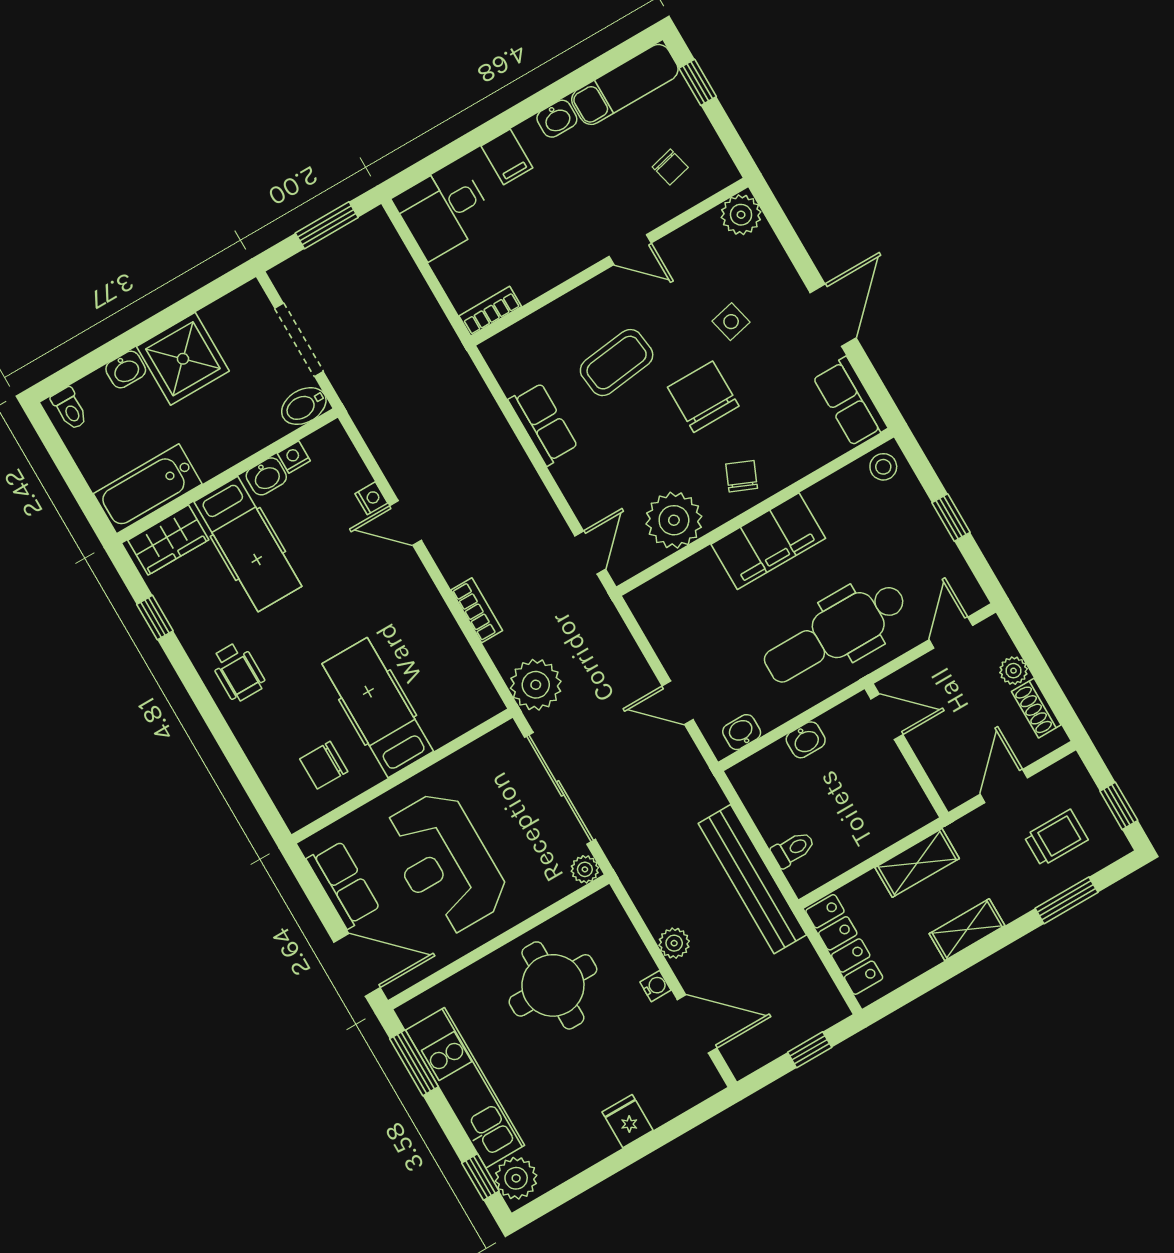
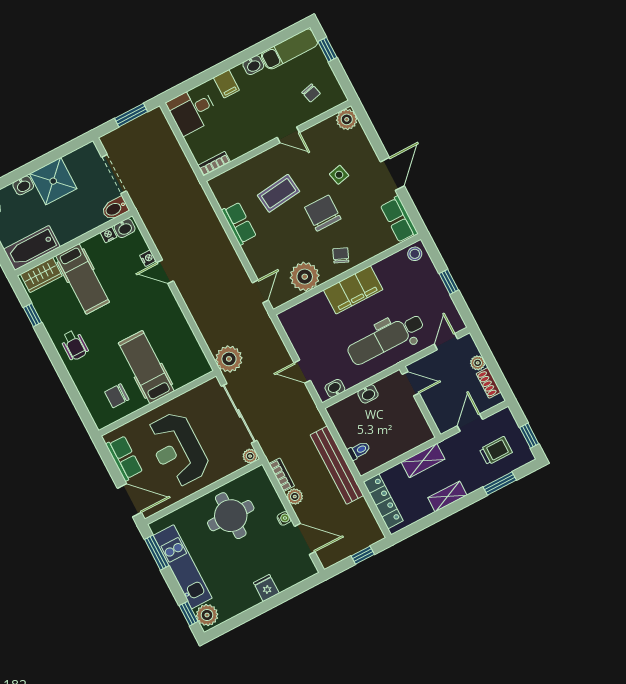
washbasin: (266, 476) -> (125, 228), moved
bookcase: (477, 610) -> (282, 475), moved

